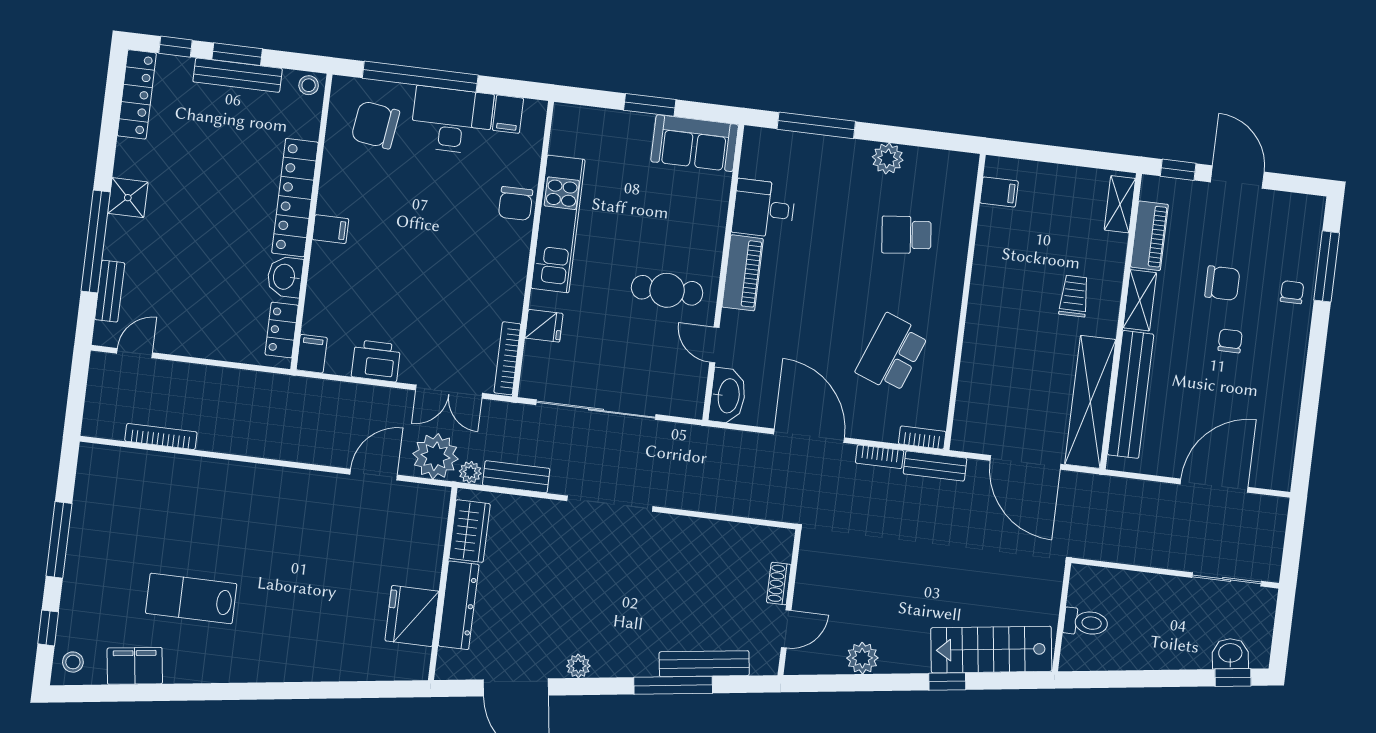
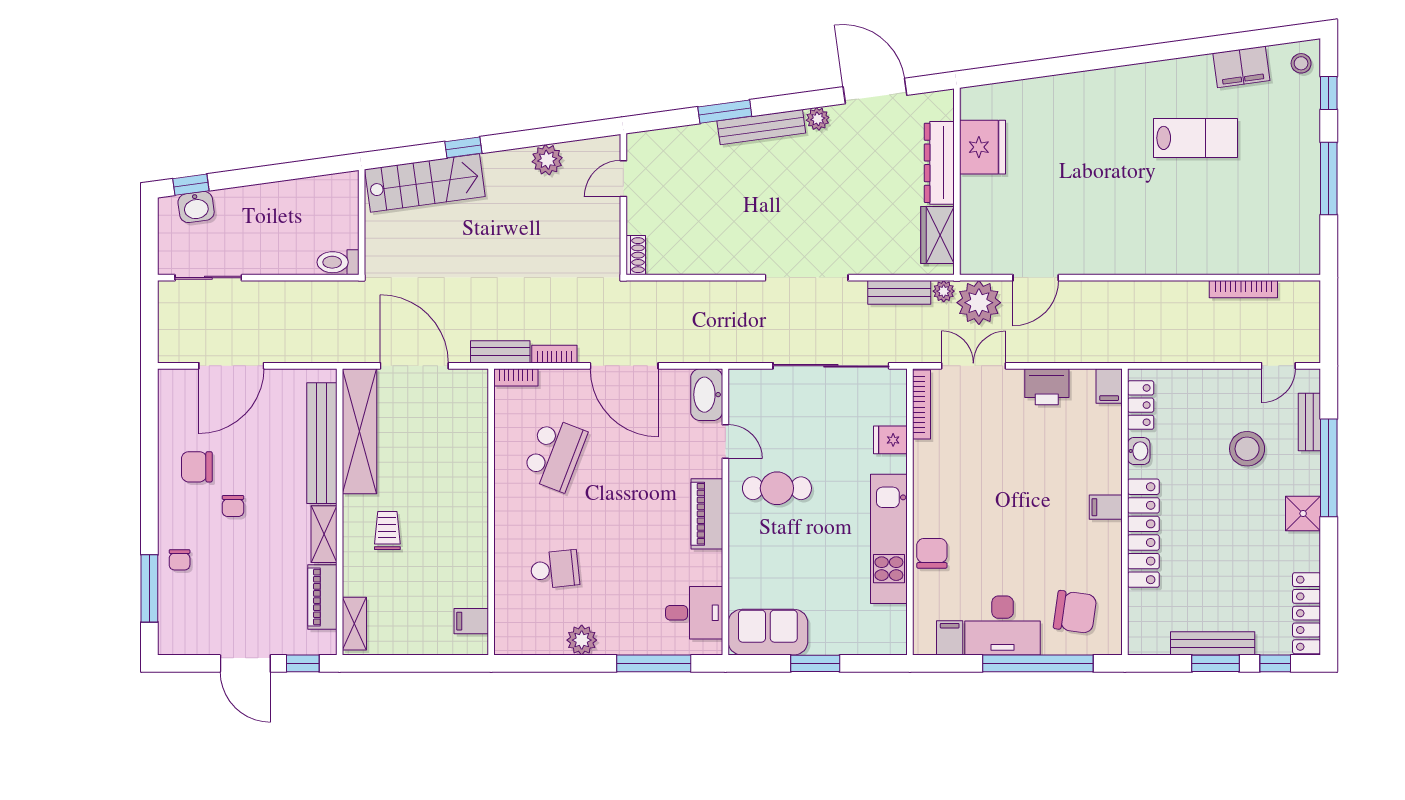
stool: (309, 85) -> (1247, 449), moved, width x1.89, depth x1.89
desk: (764, 209) -> (694, 613), moved
washbasin: (285, 277) -> (1139, 451), width x0.72, depth x0.69
chair: (1222, 283) -> (197, 467), moved
trolley: (1074, 296) -> (387, 530), turned 180
shoe rack: (779, 584) -> (636, 255), moved
toilet: (1086, 622) -> (338, 262), moved
bench: (704, 664) -> (761, 127), moved
window: (673, 685) -> (725, 112), width x0.69

